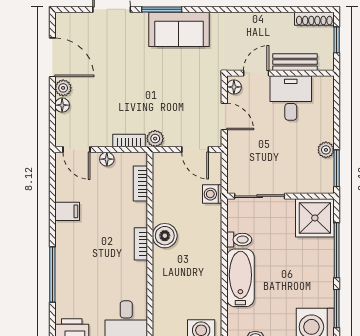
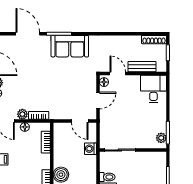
door: (256, 73) -> (118, 73), hinge flipped
desk: (291, 98) -> (153, 89), moved
door: (224, 117) -> (98, 100), hinge flipped
plant: (155, 139) -> (22, 114), moved
plant: (326, 150) -> (161, 138), moved
shower: (315, 218) -> (154, 164), removed

